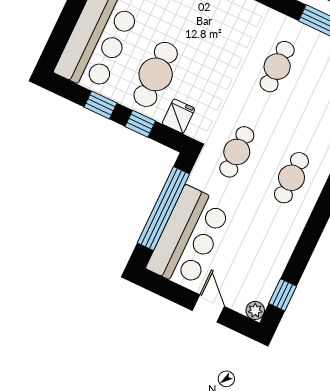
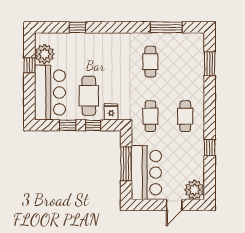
window: (163, 209) -> (126, 164), width x0.68
window: (283, 295) -> (210, 148), moved
door: (208, 308) -> (174, 205), swing flipped
plant: (255, 310) -> (194, 190), width x1.87, depth x1.87

